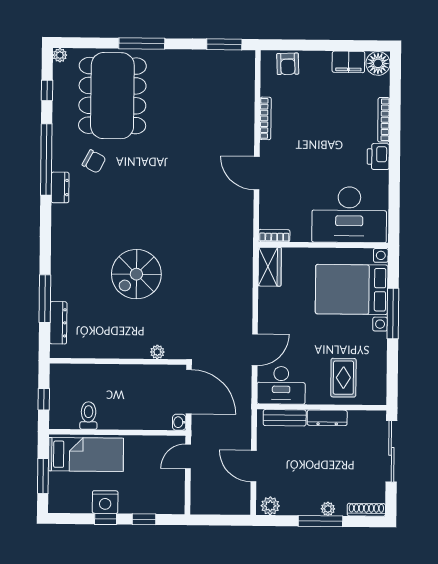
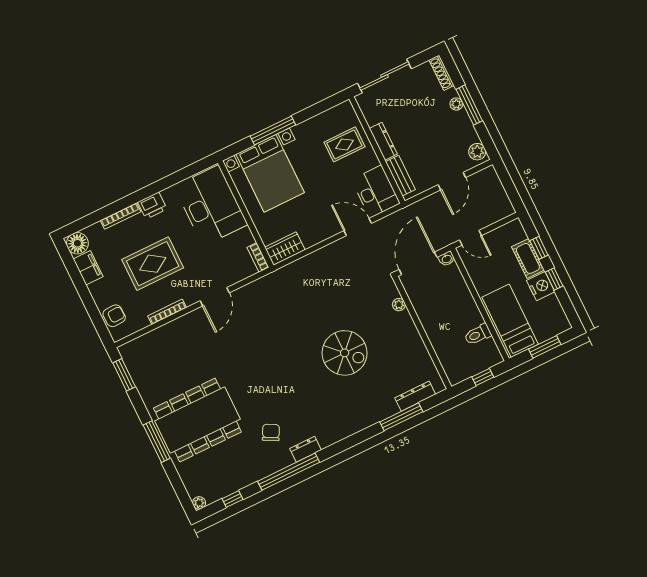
dining table: (112, 96) -> (197, 420), moved
rug: (320, 128) -> (153, 264), added
cot: (139, 503) -> (528, 258), added

